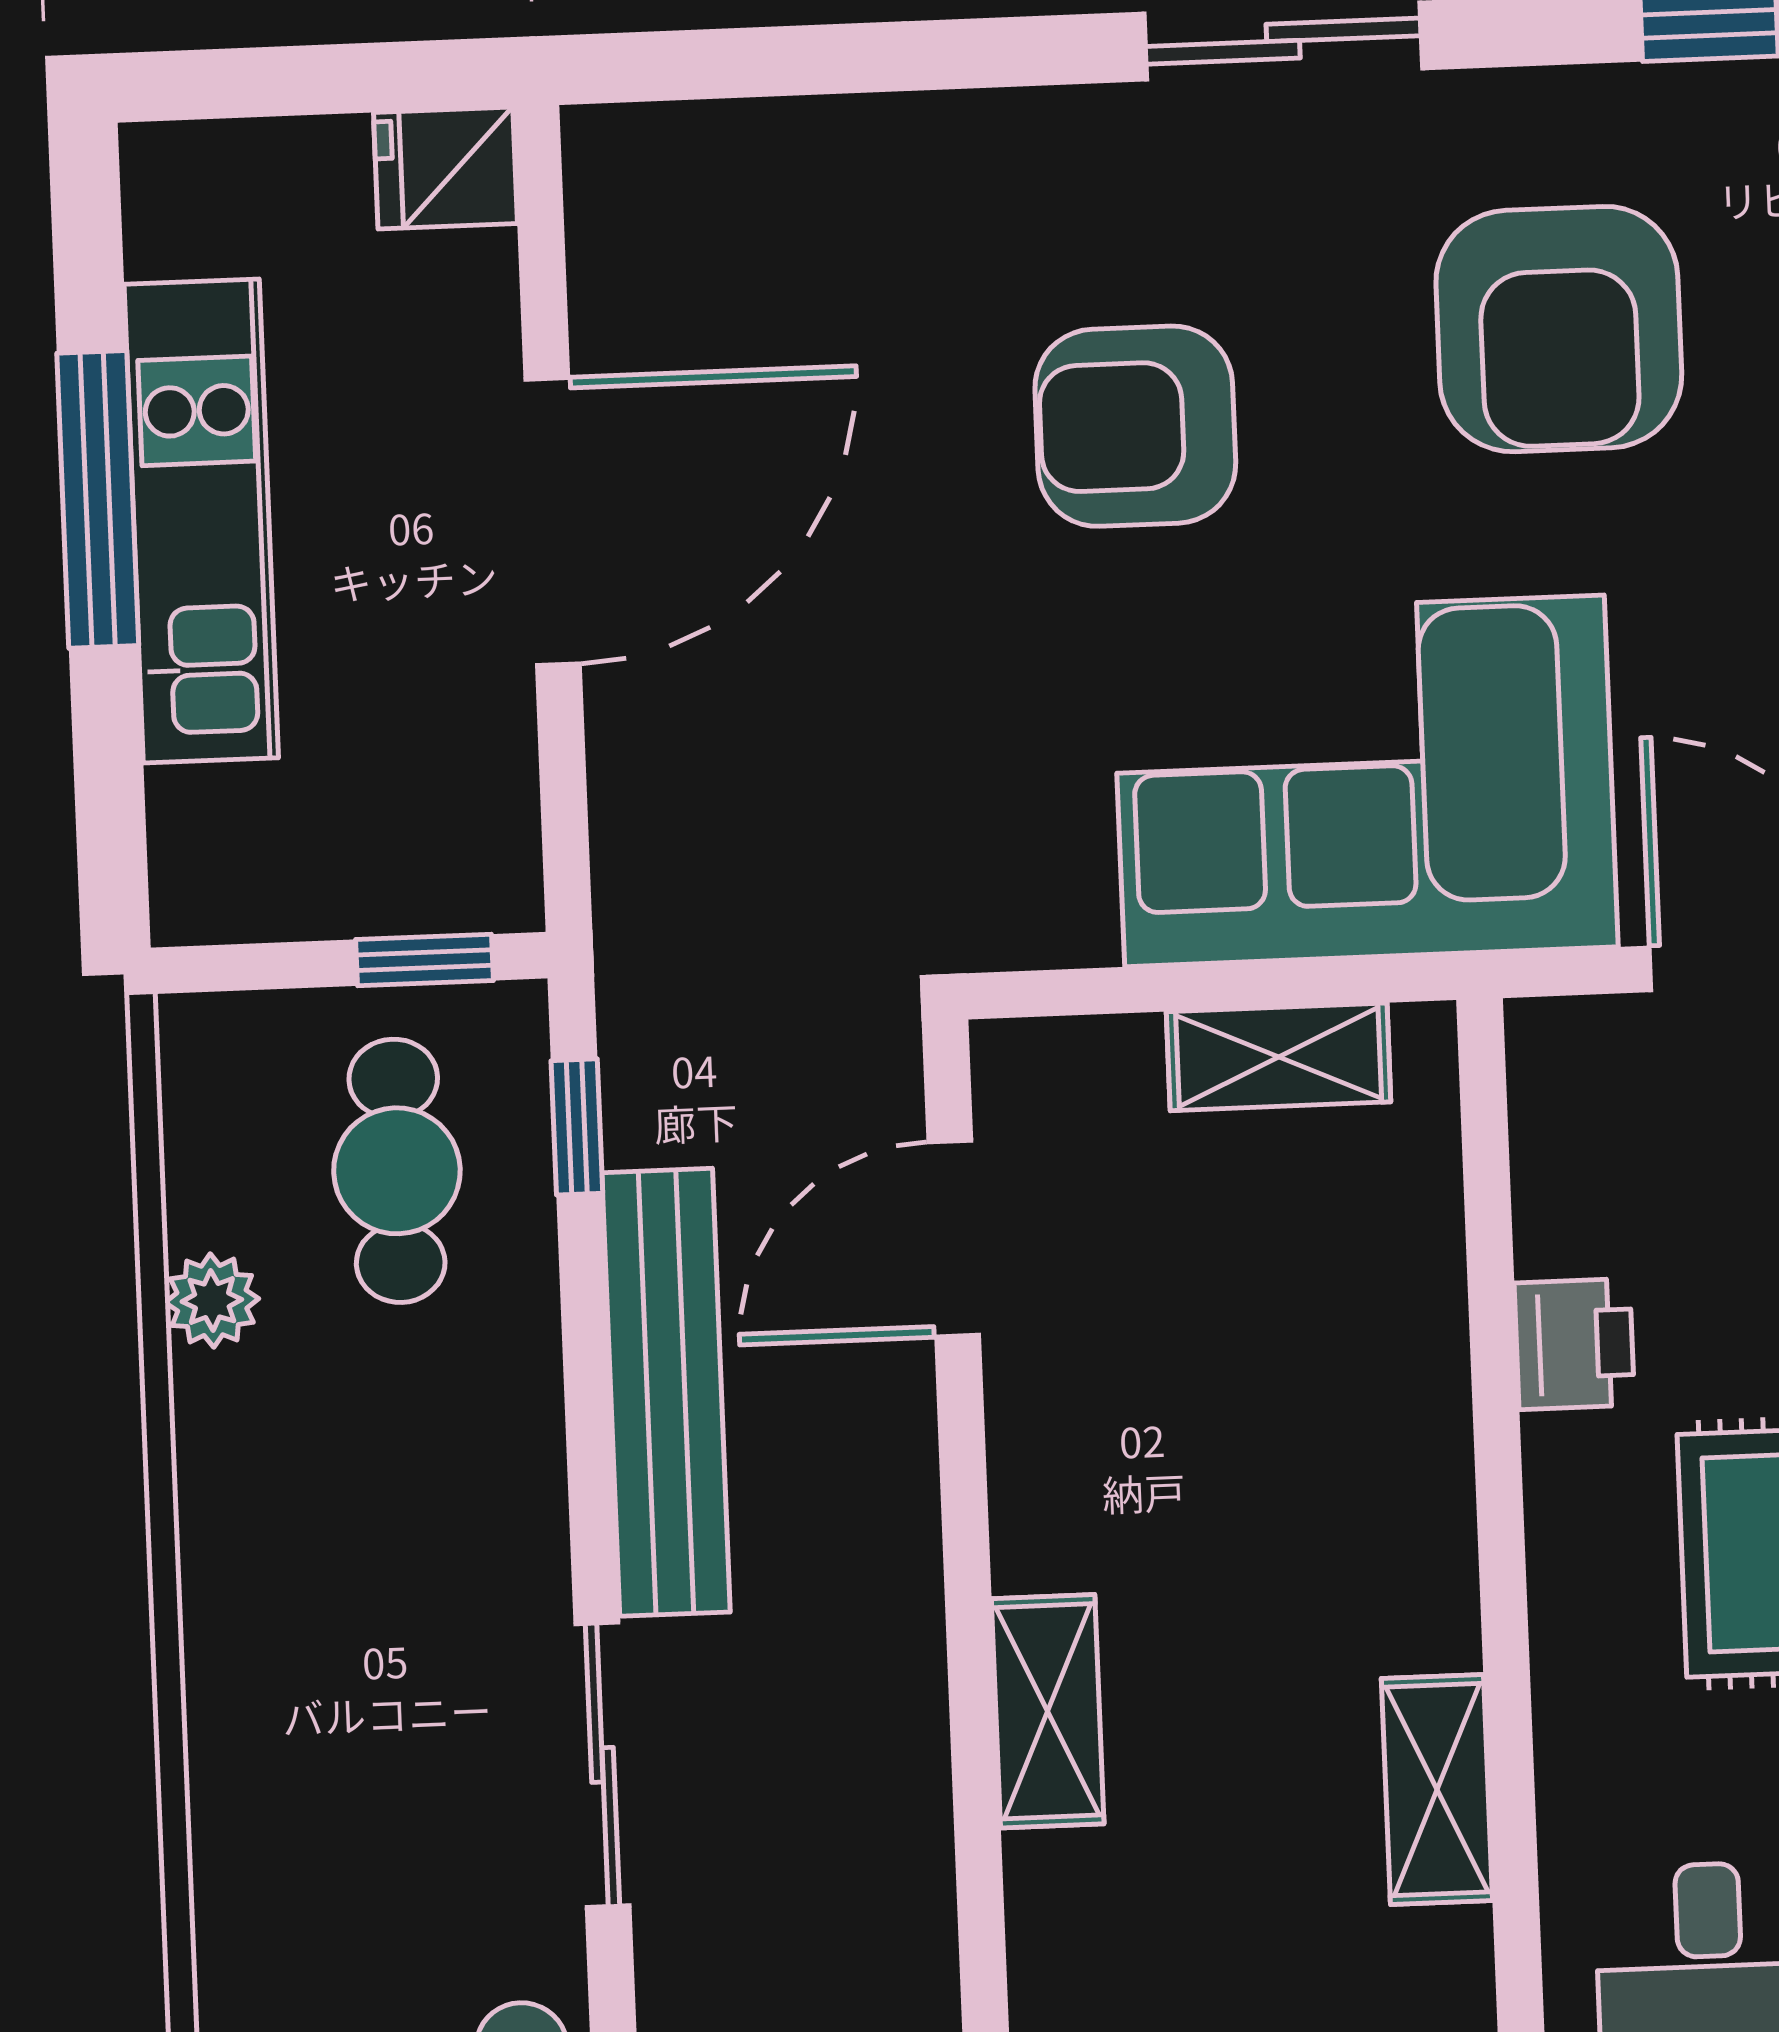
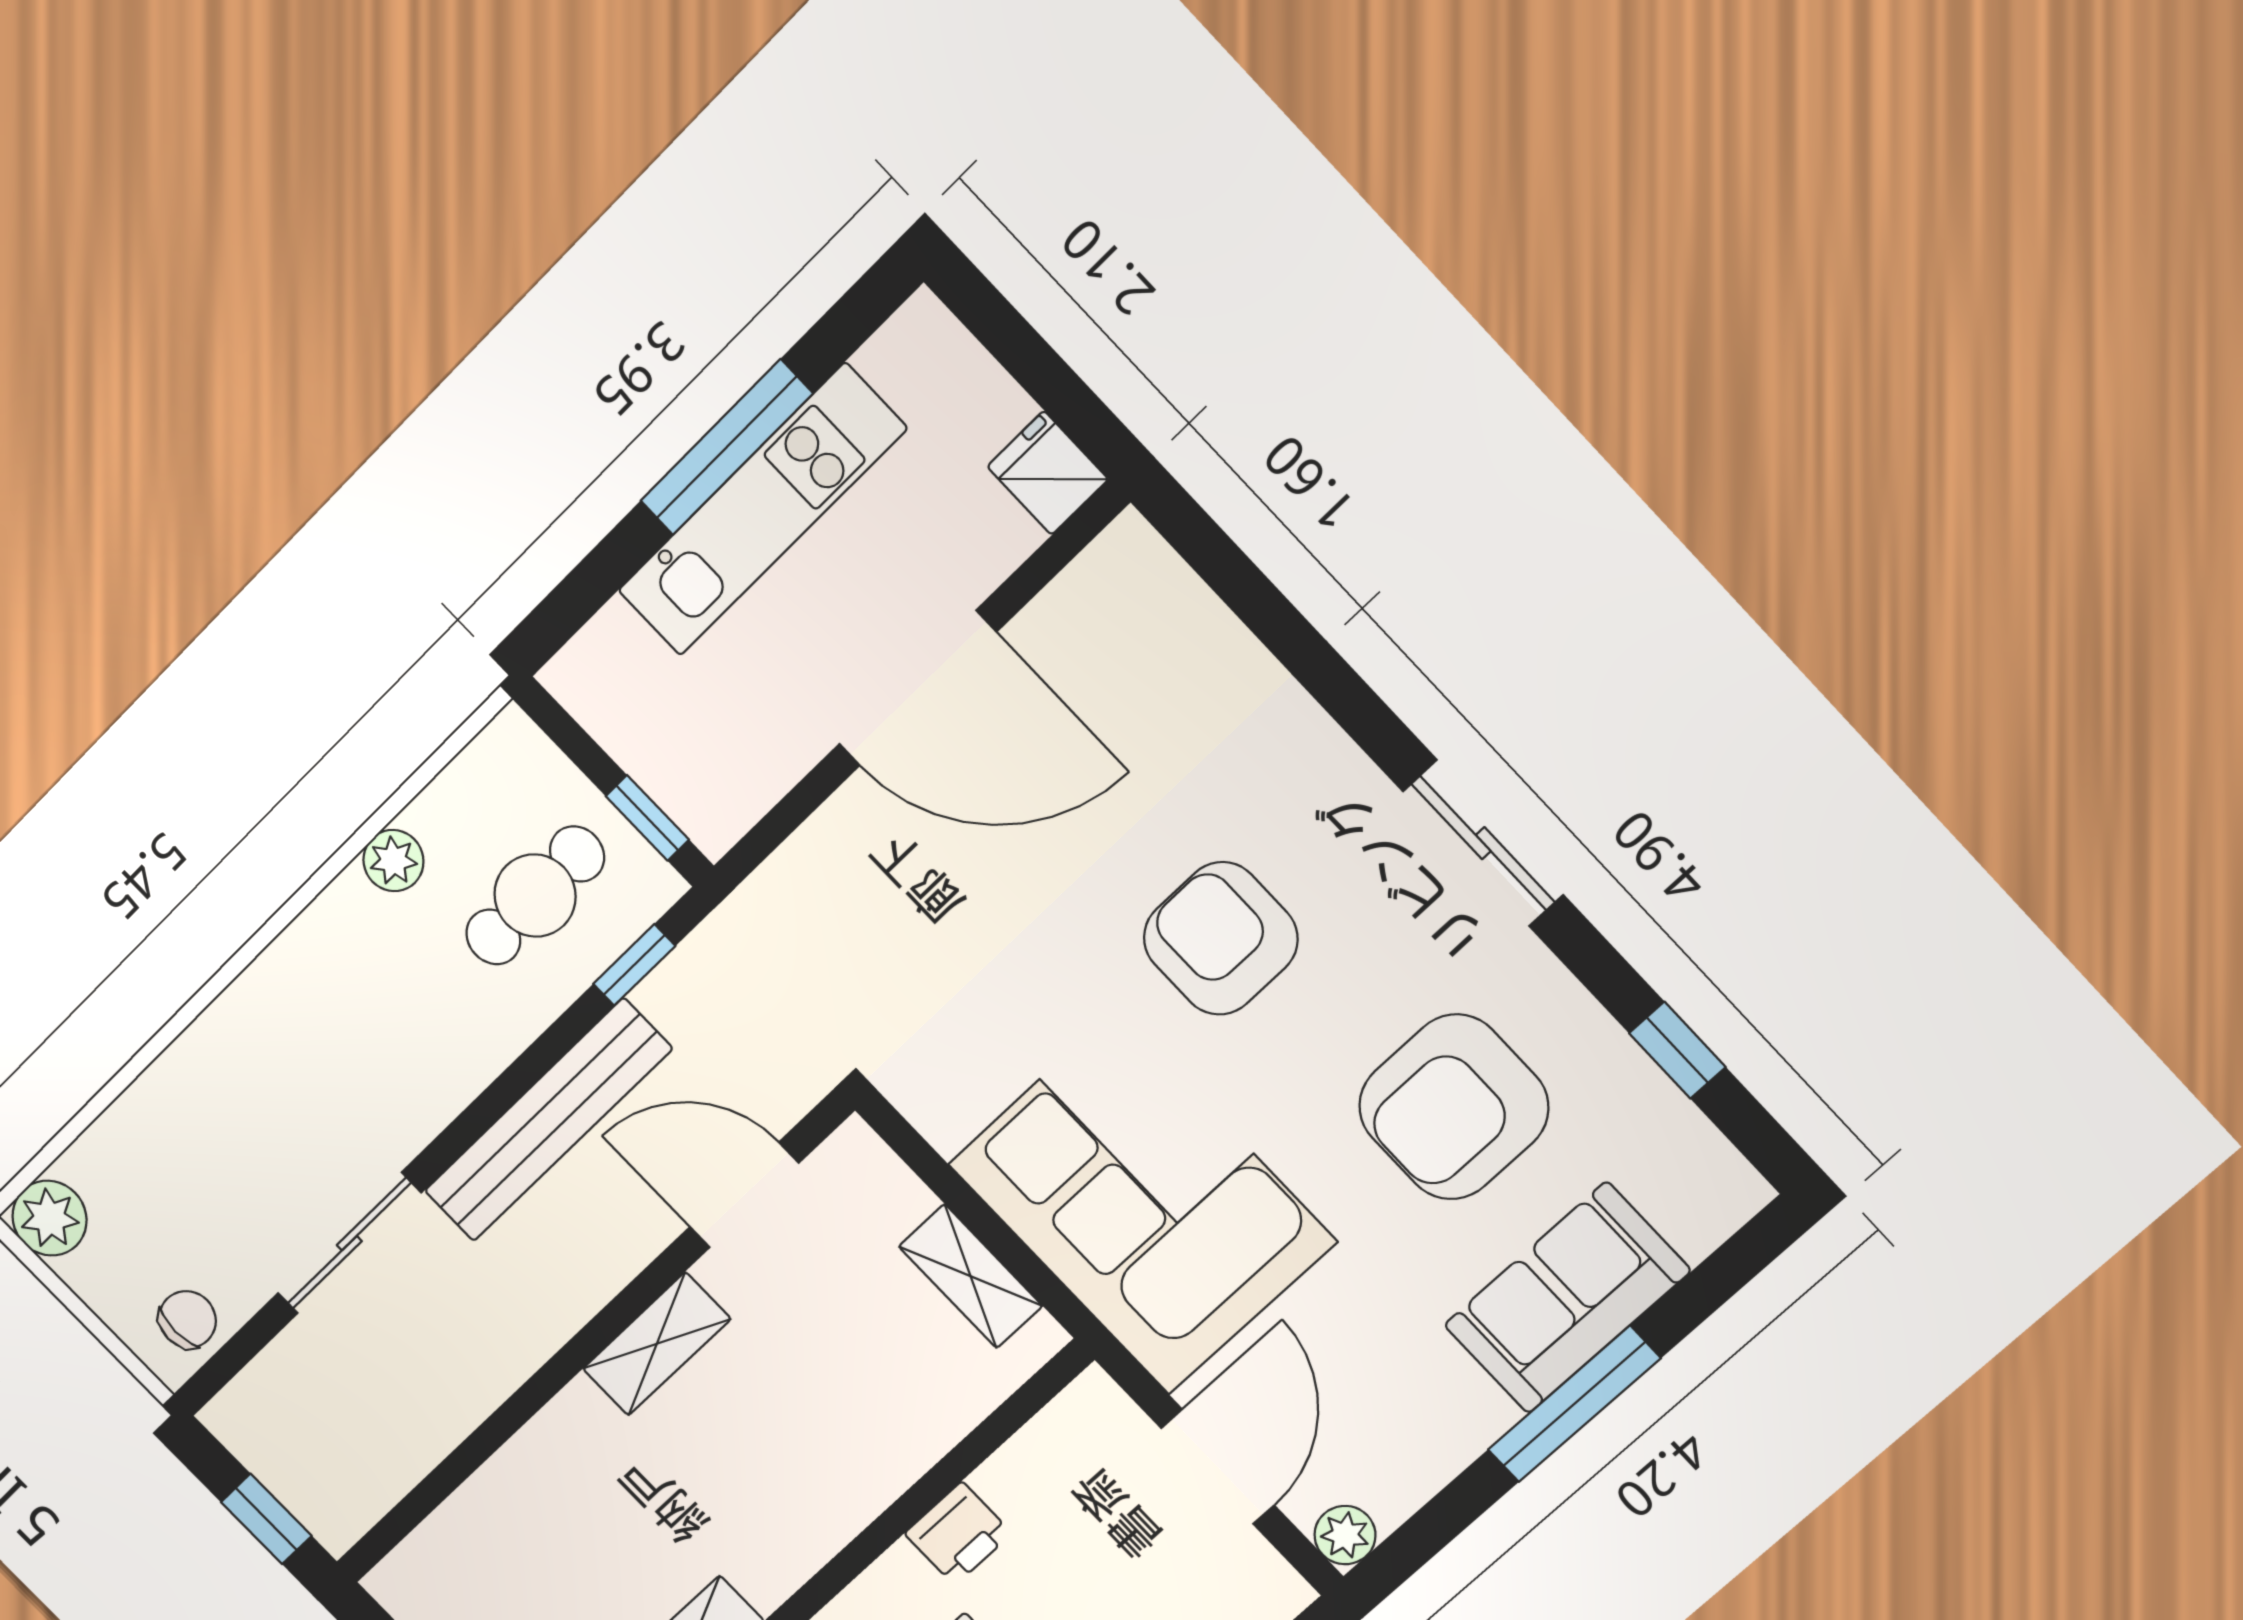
shelving: (1048, 1711) -> (657, 1344), moved

